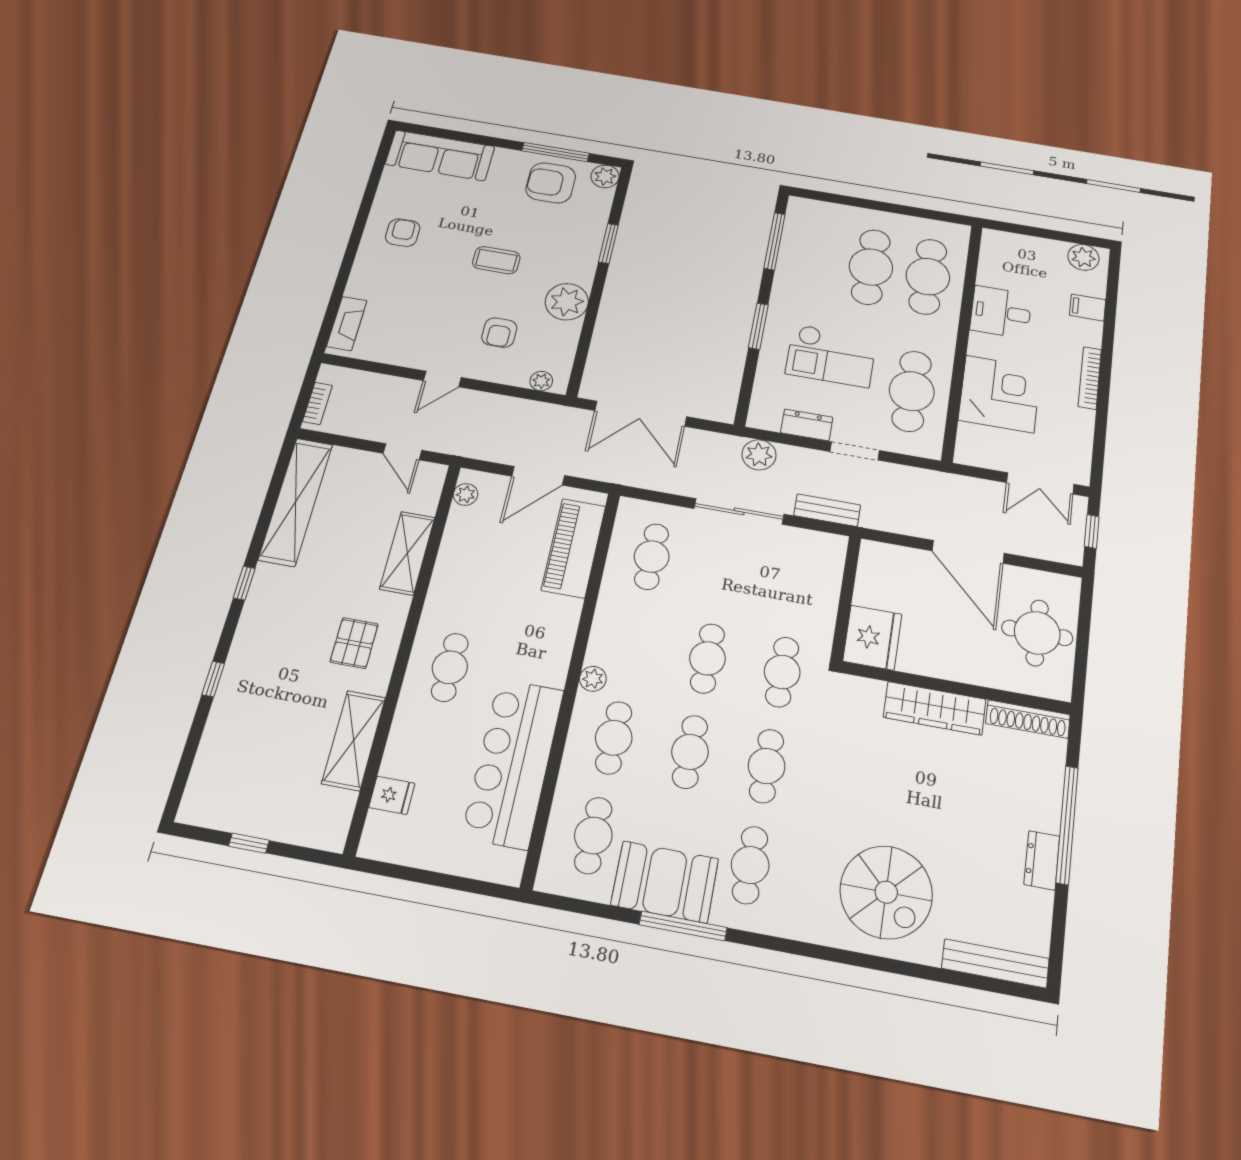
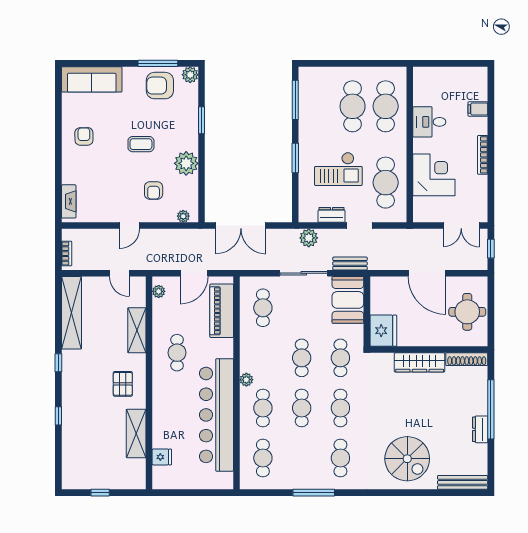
plant: (1083, 257) -> (473, 75), removed
cafe table: (450, 667) -> (177, 353), moved
bar counter: (513, 763) -> (216, 415), width x1.36
booth: (665, 882) -> (348, 300), moved, turned 90

